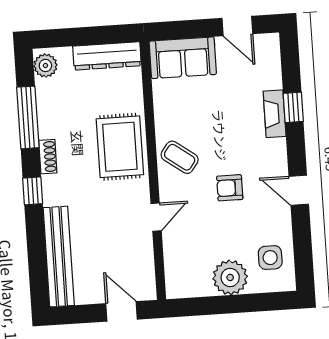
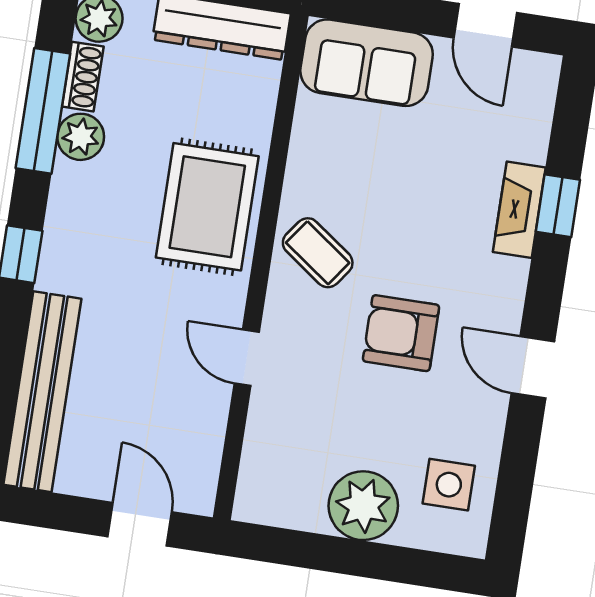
plant: (49, 126) -> (81, 137), added
shoe rack: (48, 157) -> (83, 77), moved
armchair: (230, 188) -> (401, 333), width x1.38, depth x1.38
door: (156, 217) -> (247, 358), swing flipped

